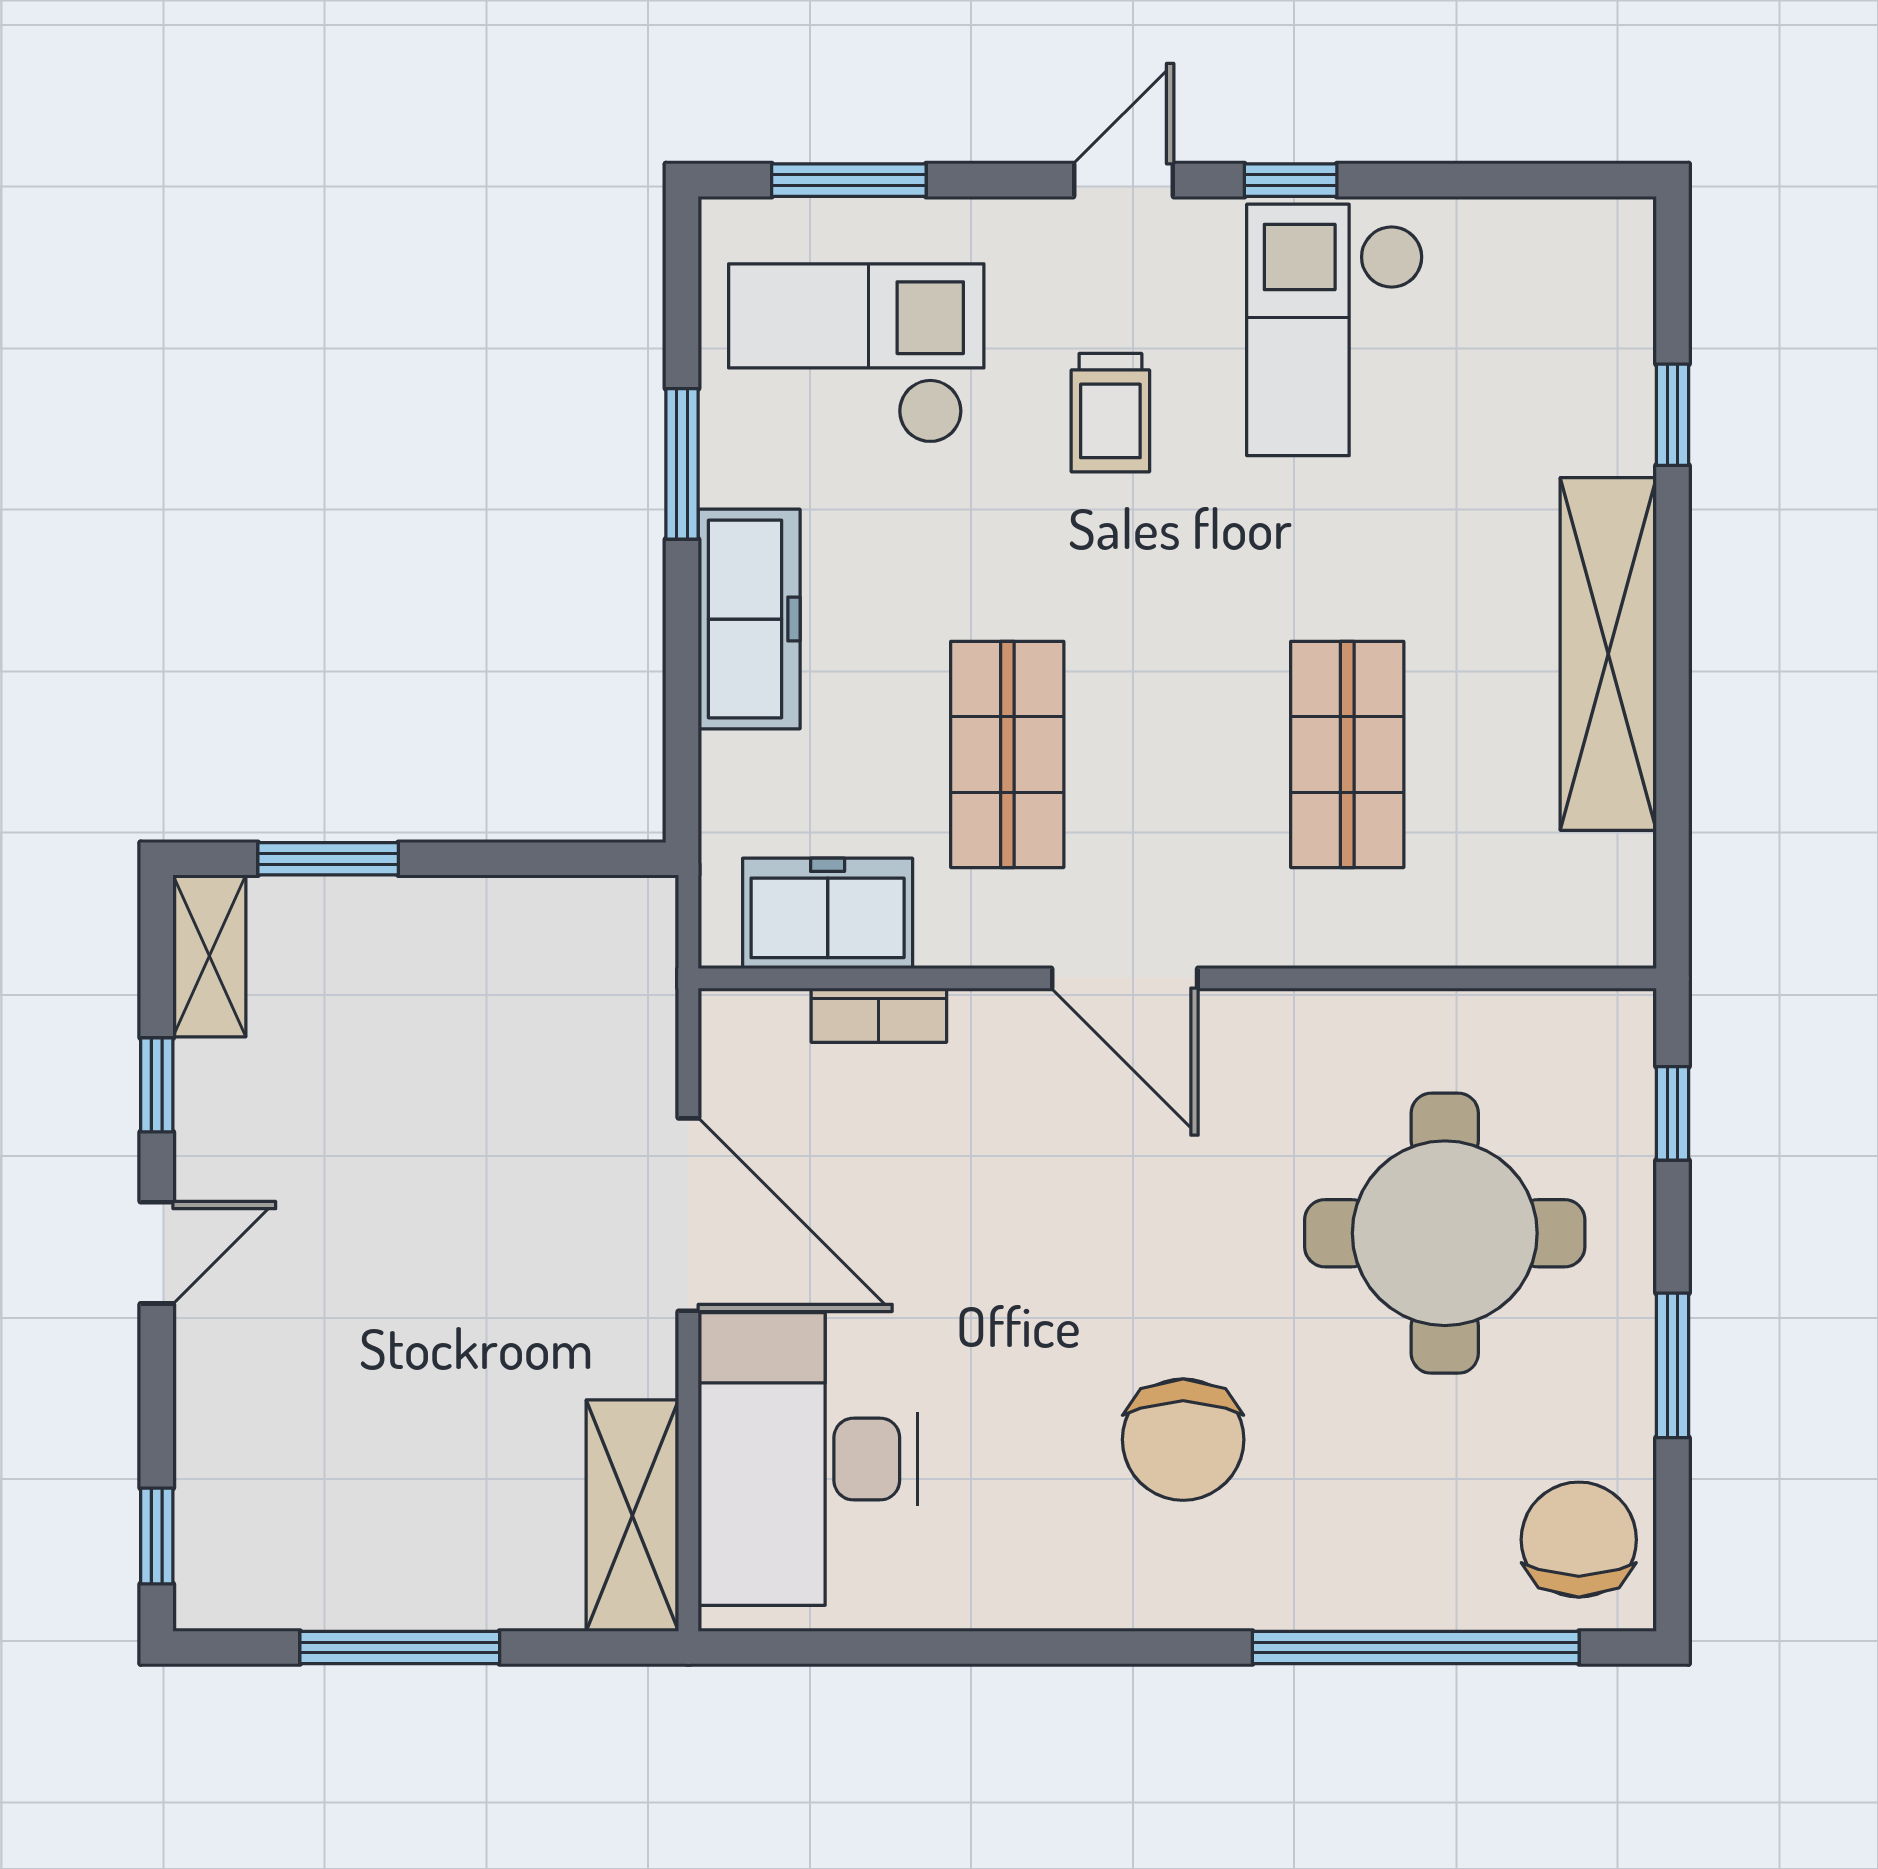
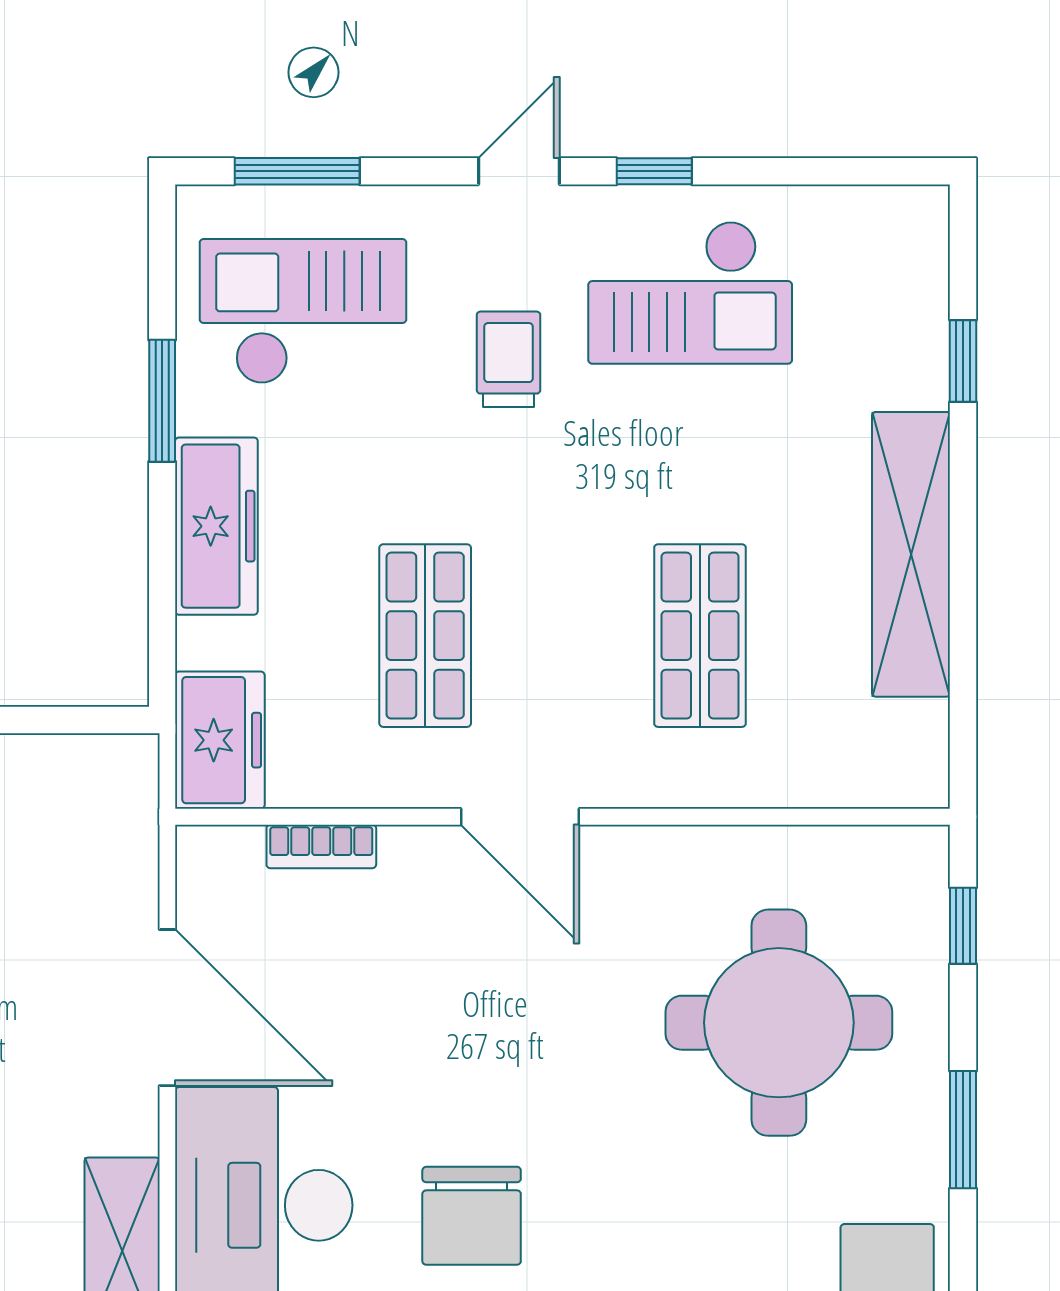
checkout: (1335, 330) -> (690, 292), turned -90
trolley: (1110, 413) -> (509, 359), turned 180
freezer: (828, 913) -> (220, 740), moved, turned 90
chair: (1183, 1440) -> (472, 1216), moved

